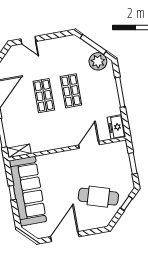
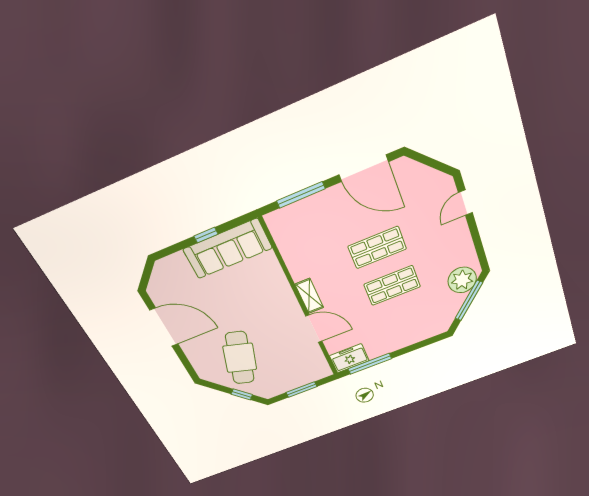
plant: (98, 61) -> (462, 280), moved
window: (120, 92) -> (370, 364), moved
shelving: (19, 151) -> (309, 296), moved
sofa: (28, 191) -> (228, 249), width x0.74, depth x0.79

